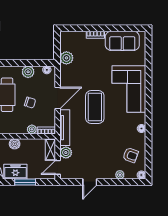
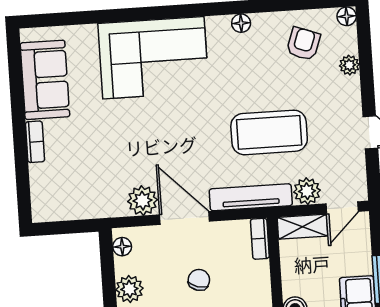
plant: (66, 58) -> (142, 201), moved
coffee table: (95, 107) -> (269, 132), moved
plant: (32, 129) -> (259, 272), removed
door: (58, 167) -> (342, 208), hinge flipped

